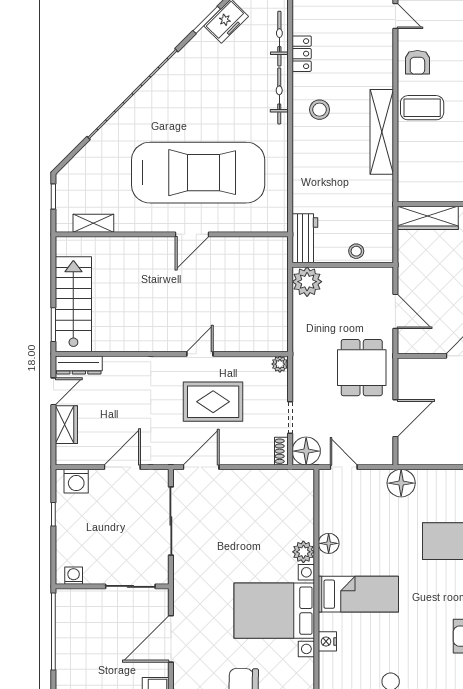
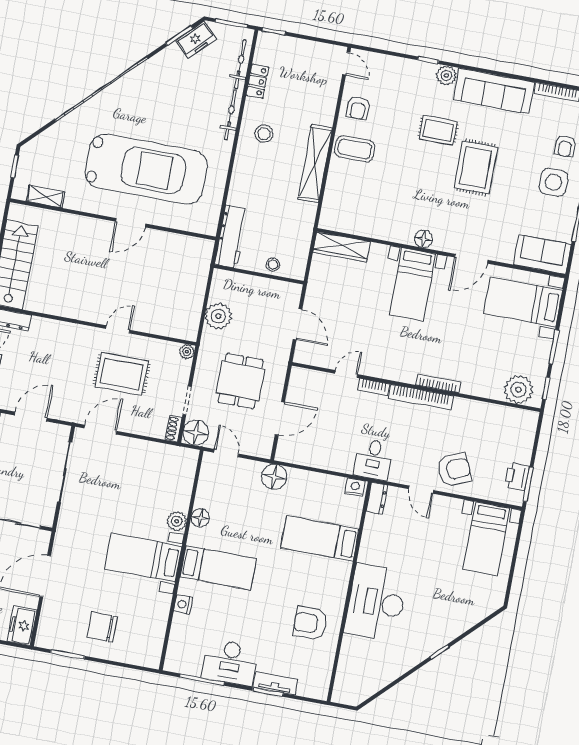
workbench: (305, 238) -> (231, 237), width x1.38
plant: (307, 282) -> (218, 316), moved
dining table: (362, 368) -> (240, 381), moved
bed with nightstands: (274, 611) -> (143, 558), width x0.73

